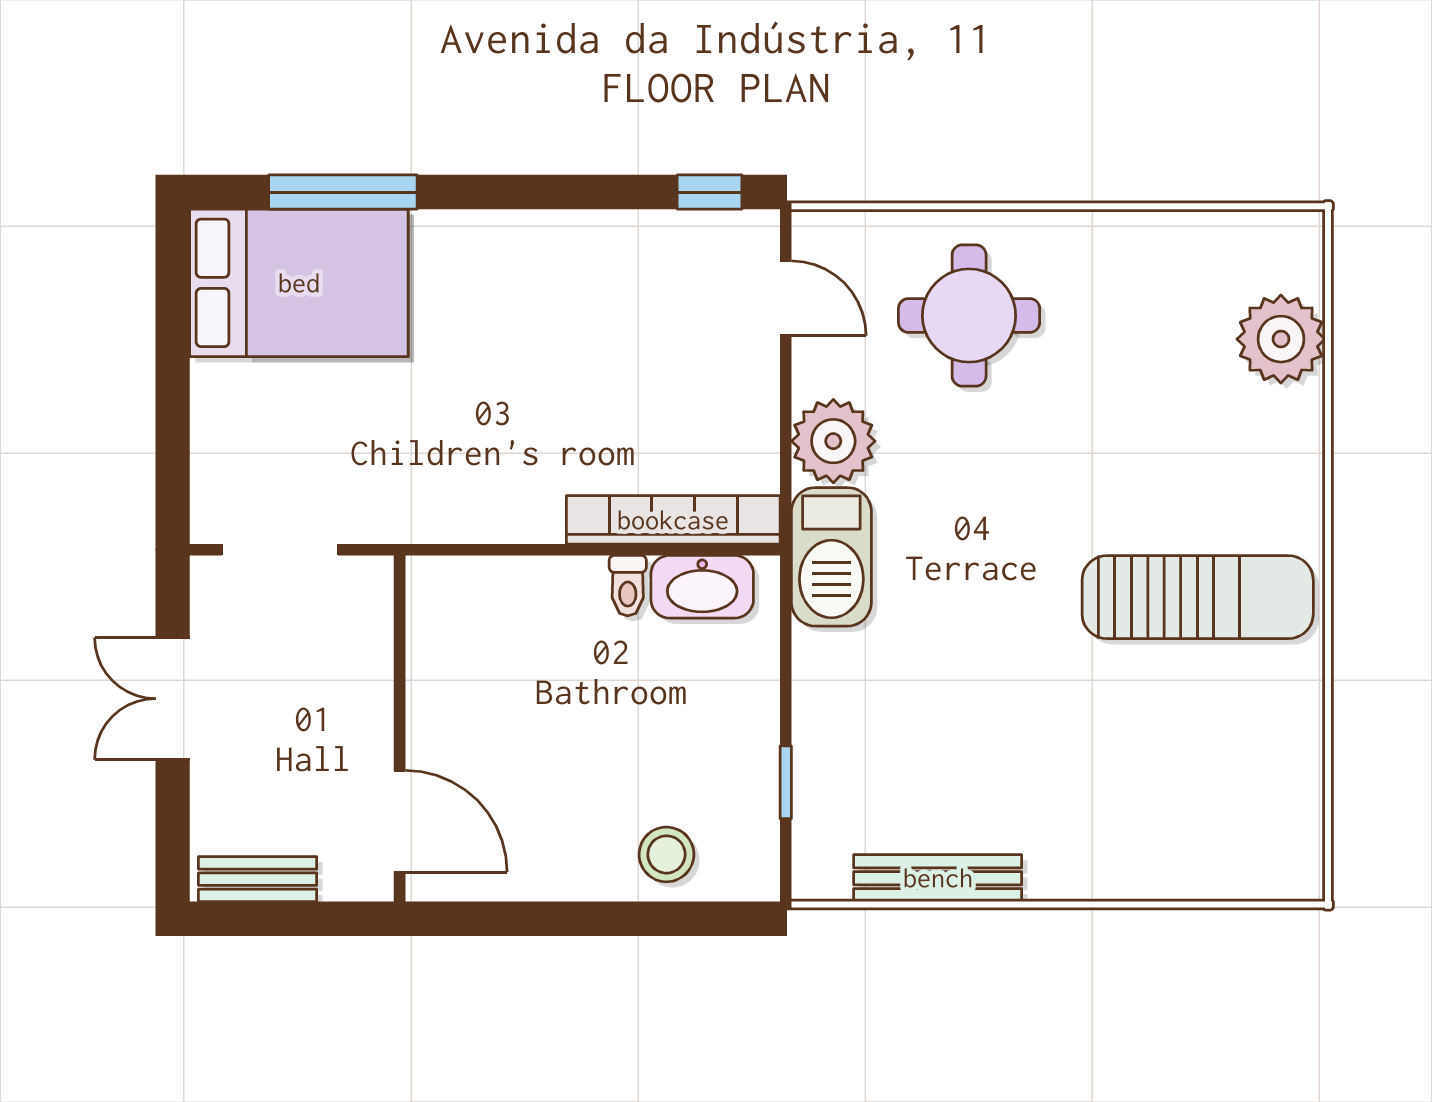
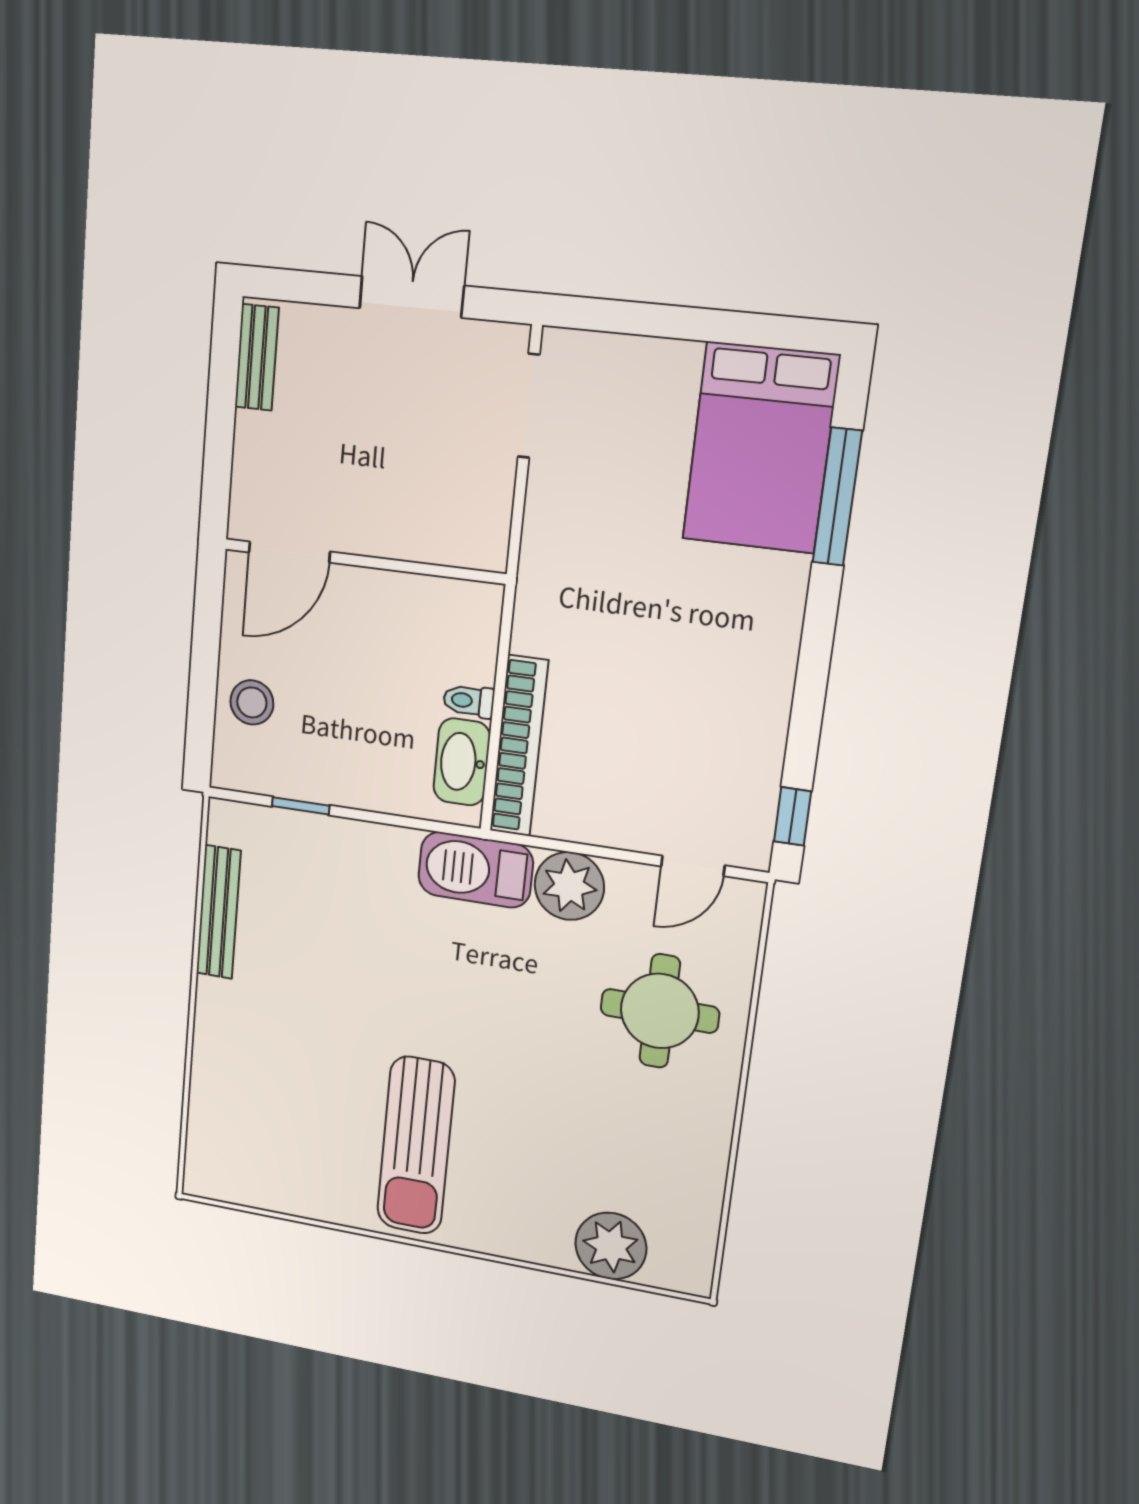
wall: (400, 729) -> (364, 561), moved
door: (400, 821) -> (289, 552), moved

